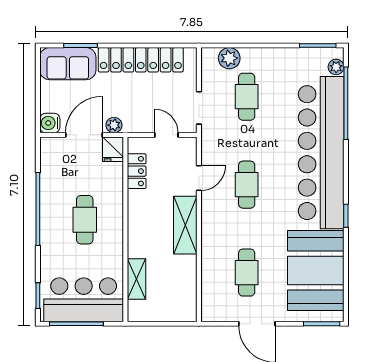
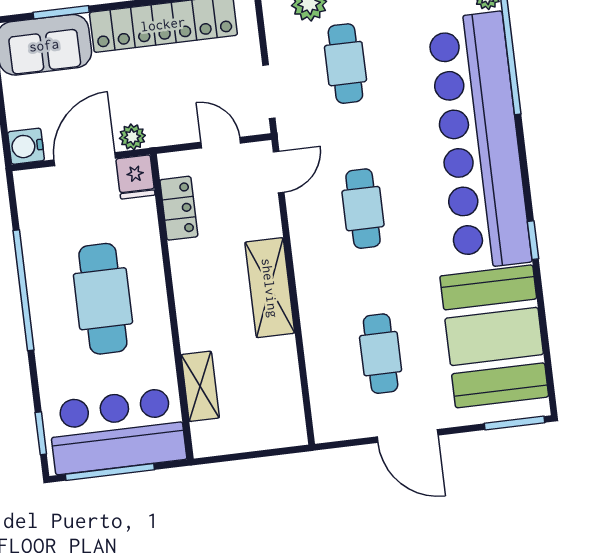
door: (199, 178) -> (279, 172), moved
cafe table: (85, 220) -> (103, 299), width x1.37, depth x1.35

